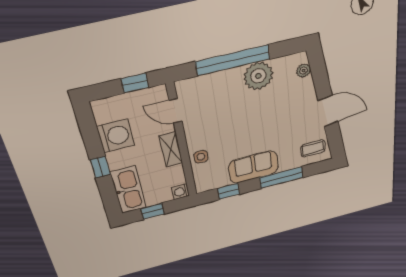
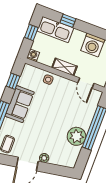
plant: (303, 71) -> (44, 158), moved
door: (175, 111) -> (86, 83), swing flipped
window: (100, 167) -> (68, 21), moved

